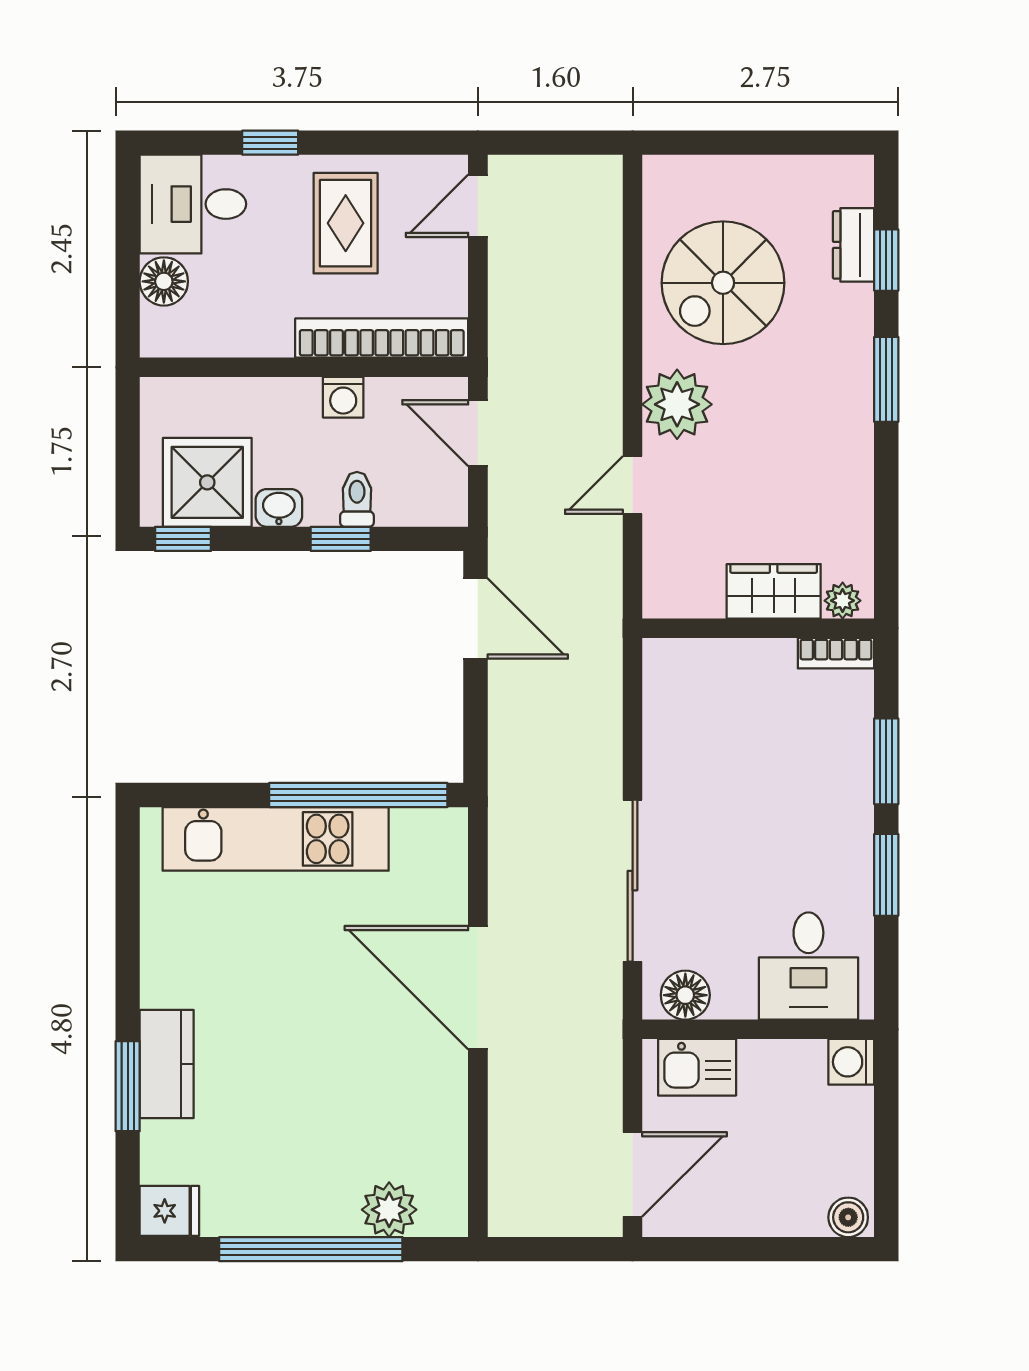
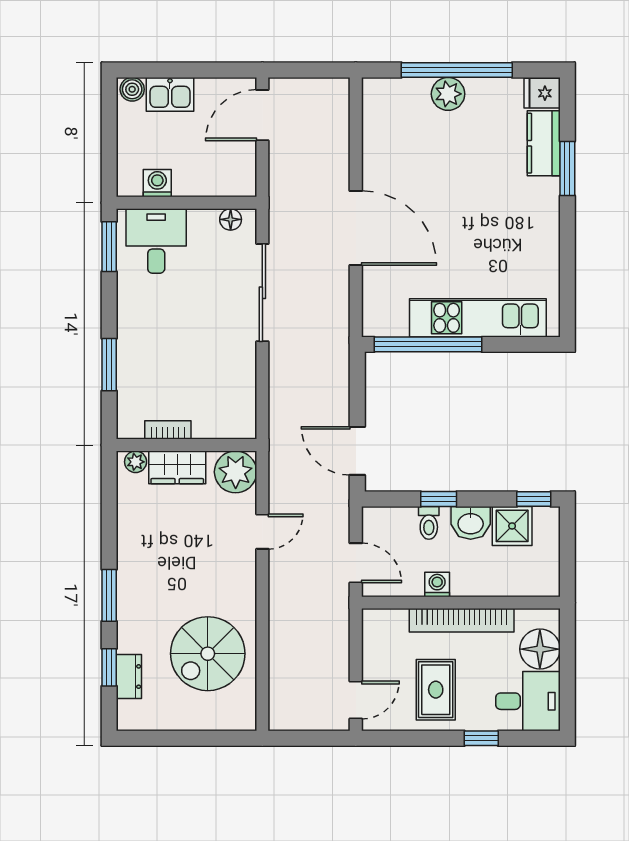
floor lamp: (164, 281) -> (540, 649), width x1.38, depth x1.38
spiral stairs: (723, 283) -> (208, 654), turned 180
bookcase: (382, 338) -> (462, 620), moved
plant: (677, 404) -> (236, 472), moved
shower: (207, 482) -> (512, 526), width x0.73, depth x0.73
washbasin: (279, 508) -> (471, 523), width x1.38, depth x1.45
bookcase: (836, 653) -> (168, 430), moved
window: (886, 875) -> (109, 247), moved
floor lamp: (685, 995) -> (231, 219), width x0.73, depth x0.73
washing machine: (851, 1062) -> (157, 183), moved, turned -90
kitchen counter: (167, 1064) -> (544, 143), moved
kitchen sink: (697, 1067) -> (170, 94), moved, turned 180
plant: (389, 1210) -> (448, 94), moved

